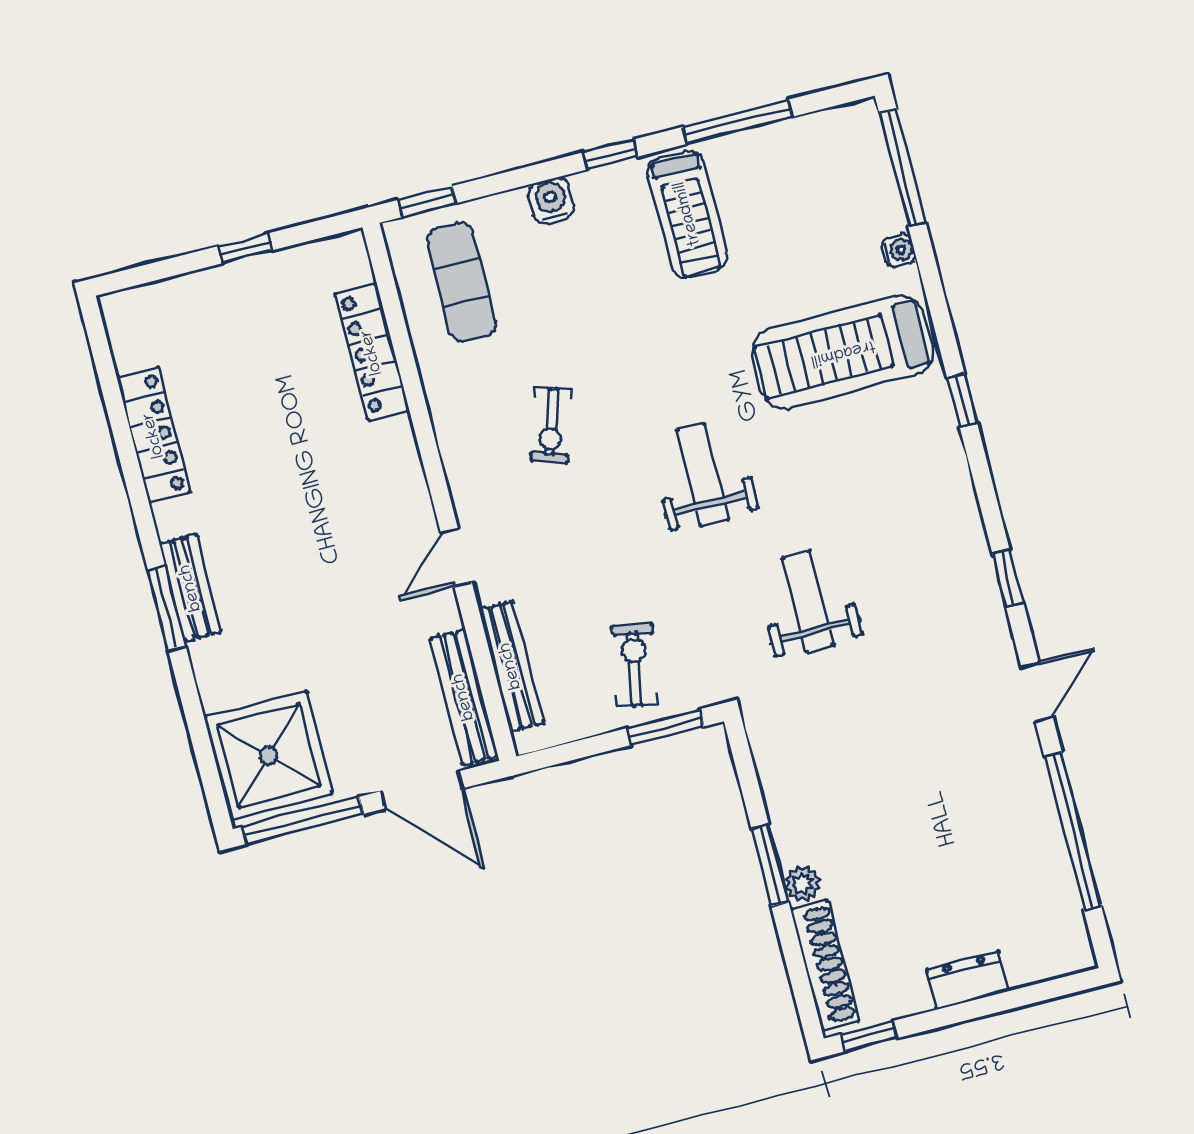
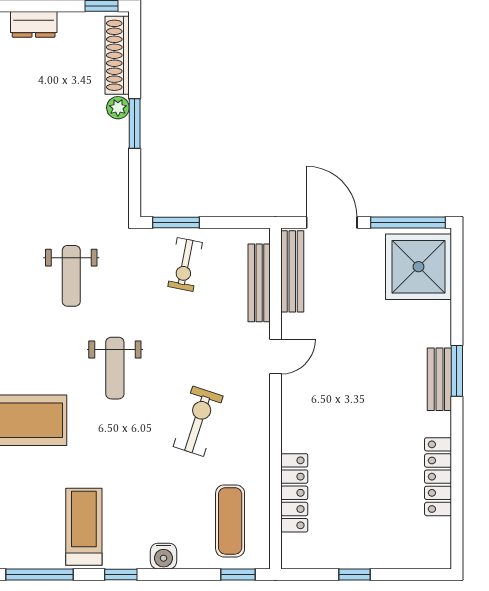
exercise bike: (551, 425) -> (198, 421), width x1.38, depth x1.39

